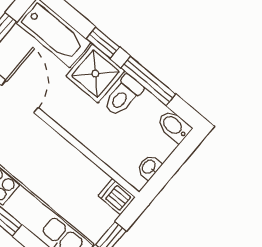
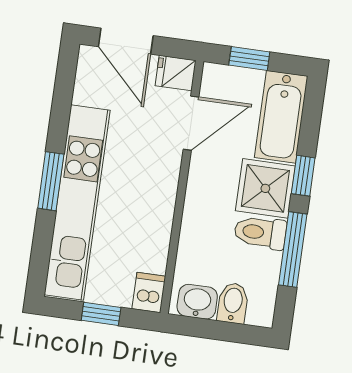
bidet: (174, 126) -> (233, 303), moved
washbasin: (149, 167) -> (197, 302), width x1.38, depth x1.45

